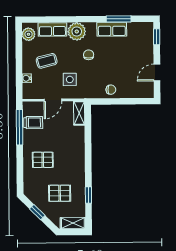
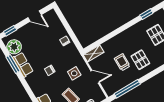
plant: (77, 31) -> (14, 47), moved
trolley: (33, 123) -> (122, 62), moved

